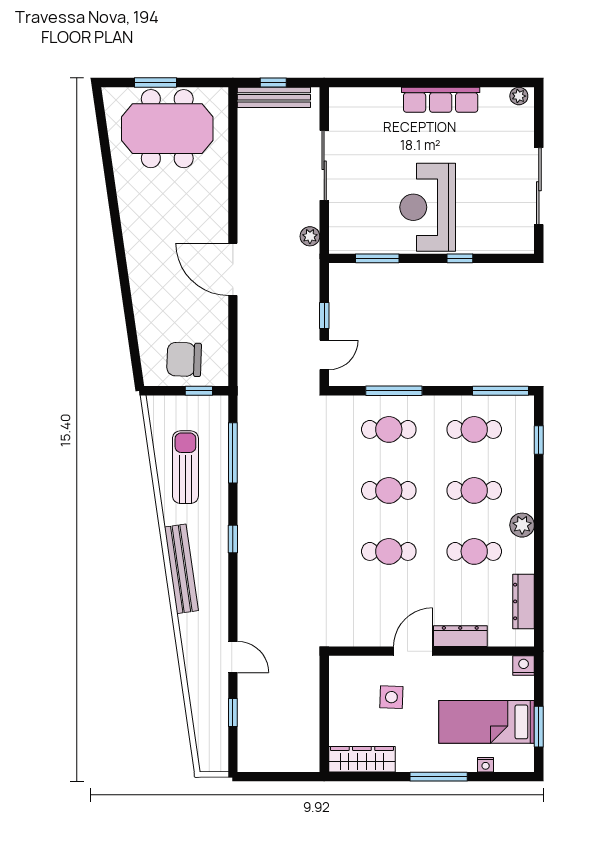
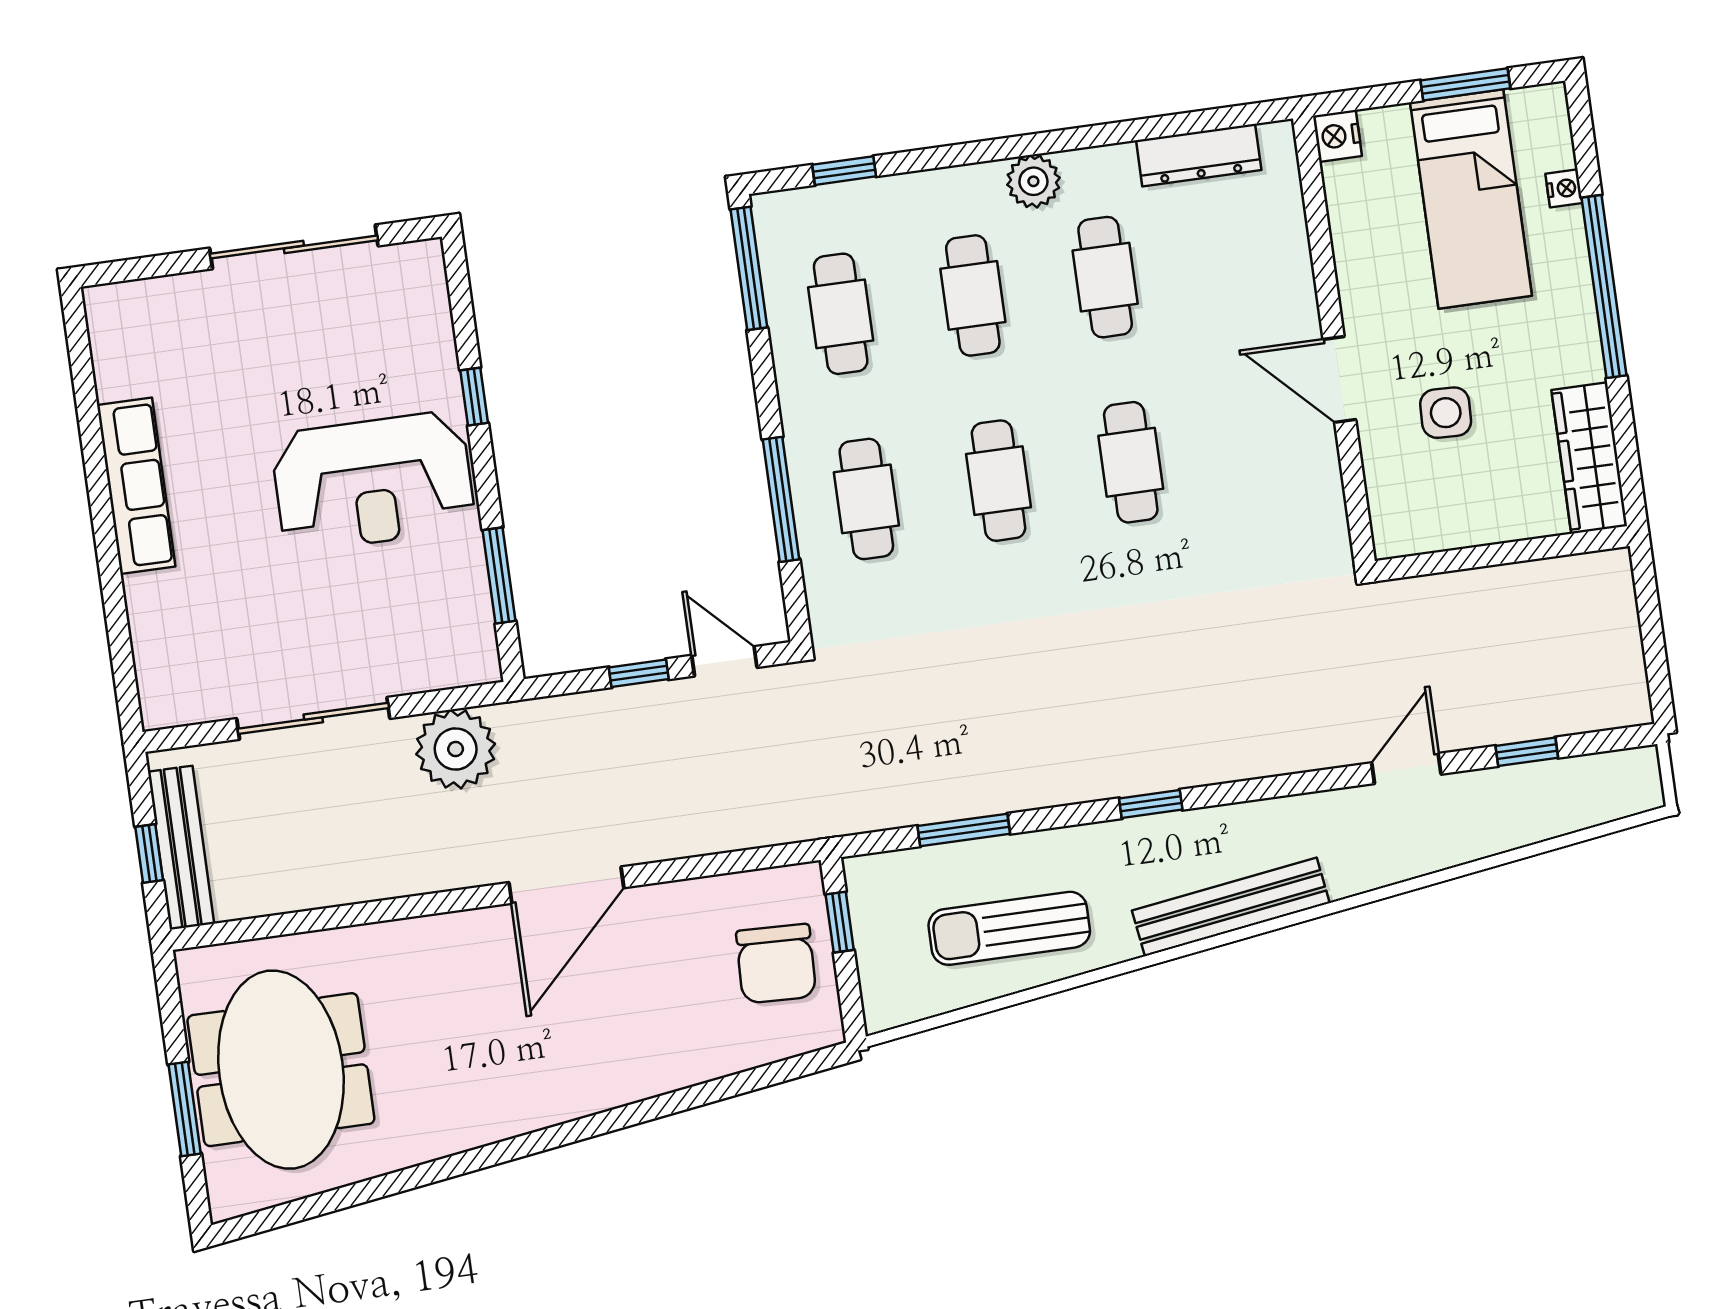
plant: (519, 96) -> (105, 317), removed
plant: (310, 236) -> (456, 749), width x1.87, depth x1.87
window: (233, 453) -> (964, 830), width x0.69
dresser: (460, 636) -> (1293, 282), removed
window: (439, 777) -> (1604, 286), width x1.46

